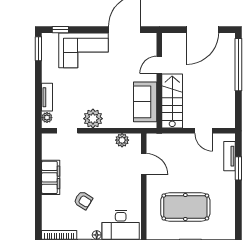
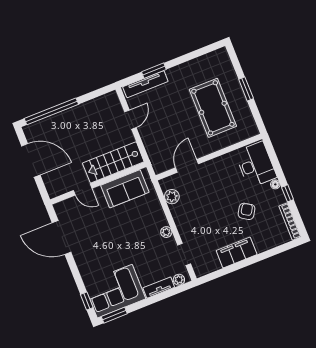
corner sofa: (83, 50) -> (115, 291), moved, turned -90
plant: (93, 119) -> (166, 232), width x0.53, depth x0.53
tv unit: (229, 156) -> (145, 84), width x1.41

